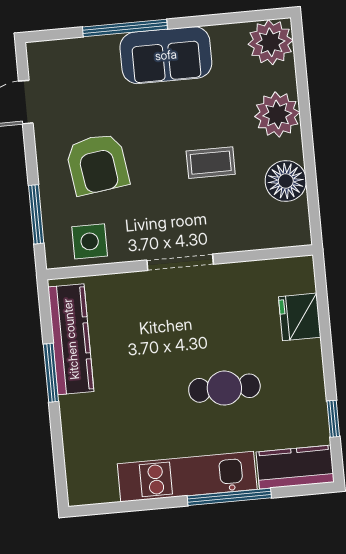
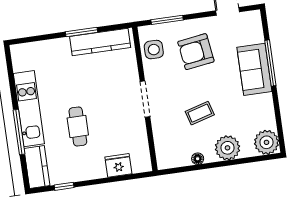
sofa: (166, 55) -> (254, 69), moved
coffee table: (211, 163) -> (200, 113), turned 74
floor lamp: (286, 181) -> (198, 159), width x0.53, depth x0.53

